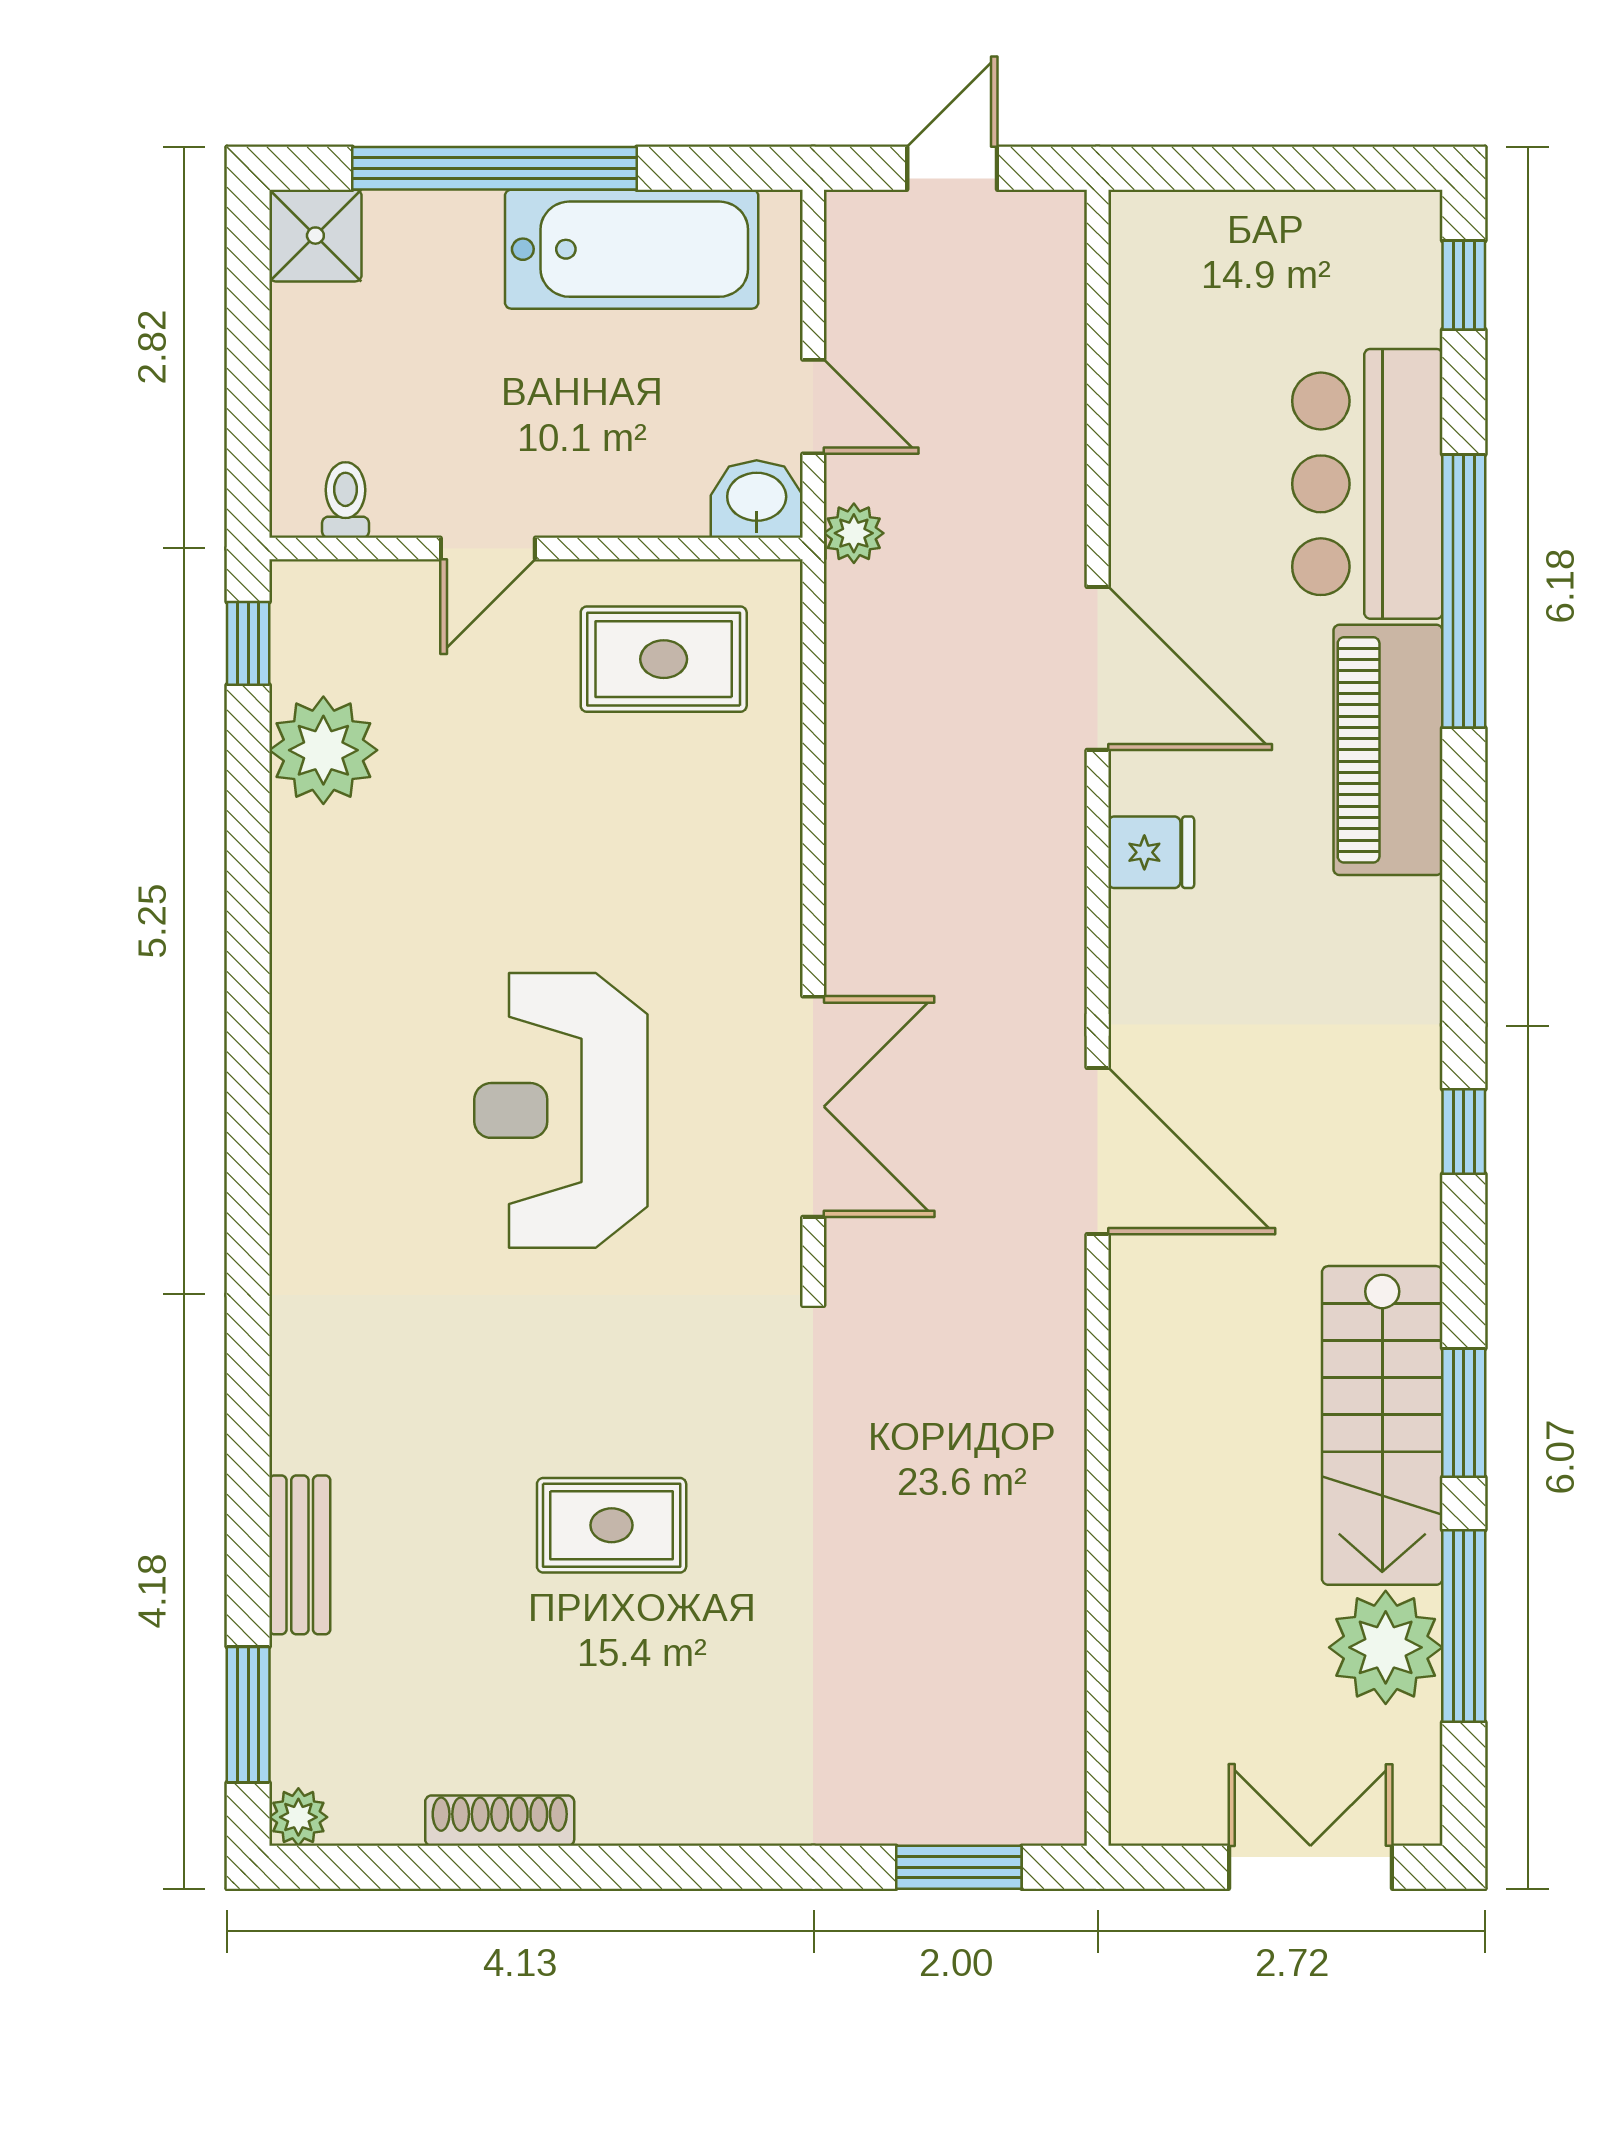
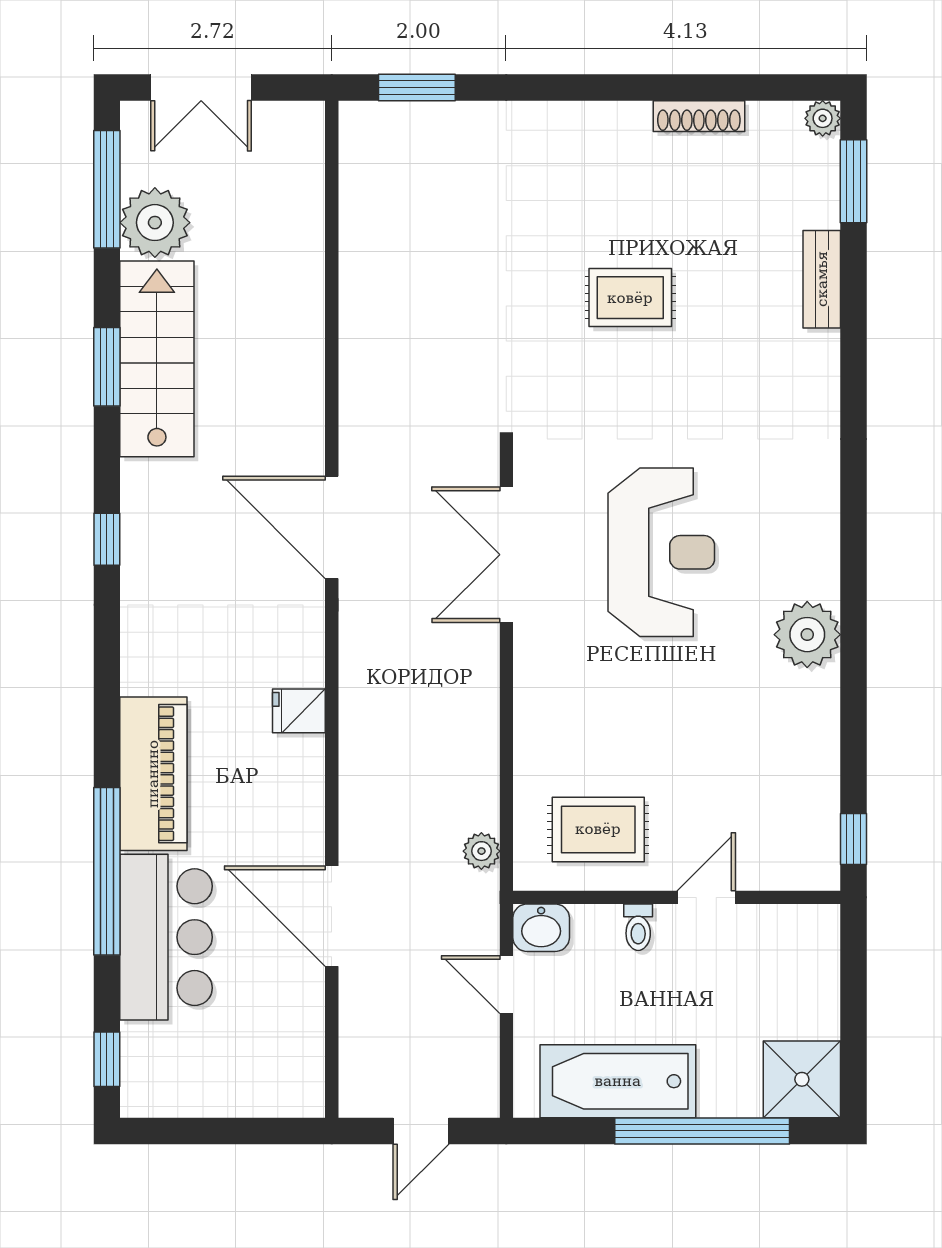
shower: (315, 236) -> (802, 1079), width x1.36, depth x1.36
toilet: (345, 500) -> (638, 927), moved
plant: (854, 533) -> (481, 851), moved
door: (1098, 668) -> (332, 916), moved
plant: (323, 750) -> (807, 635), moved
window: (1464, 1626) -> (107, 189), moved

